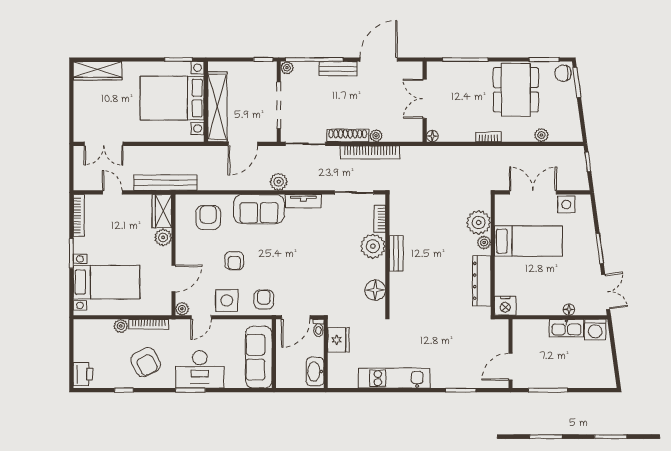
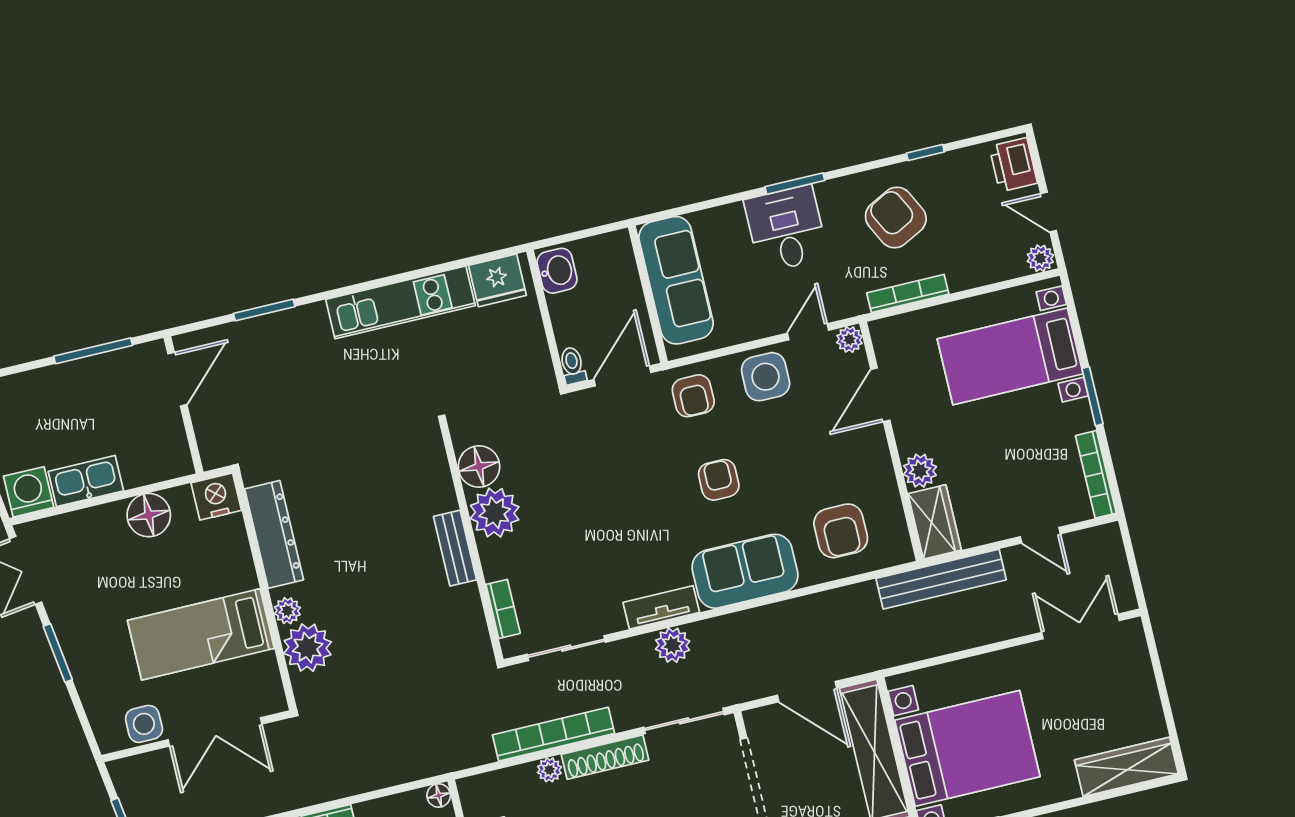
door: (243, 144) -> (807, 692), swing flipped
plant: (279, 182) -> (673, 645), moved
plant: (373, 246) -> (495, 513), moved
armchair: (234, 261) -> (719, 480), moved
floor lamp: (569, 310) -> (149, 515), moved, width x1.89, depth x1.89
plant: (121, 326) -> (1040, 258), moved
fridge: (338, 340) -> (497, 280), moved, turned -90
door: (71, 347) -> (1049, 212), added
desk: (200, 369) -> (786, 229), width x0.73
washbasin: (315, 371) -> (557, 271), width x0.72

